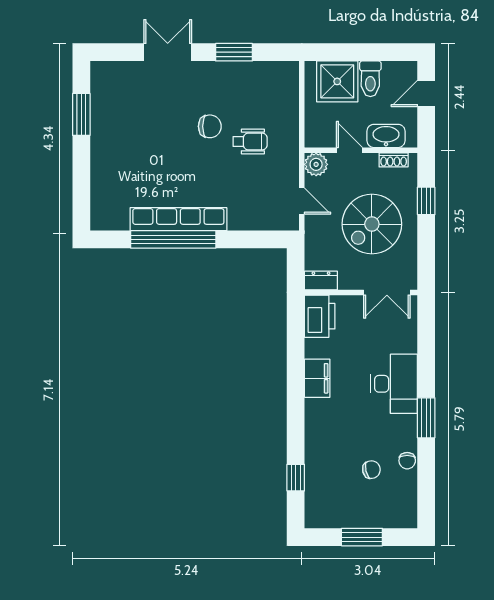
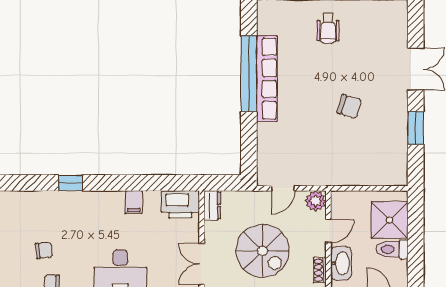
chair: (210, 126) -> (350, 106), turned -73
wheelchair: (250, 141) -> (328, 28), moved
spiral stairs: (372, 224) -> (263, 251), turned 180
filing cabinet: (317, 378) -> (134, 202), width x0.50
chair: (371, 470) -> (44, 250), turned -83
window: (296, 478) -> (71, 183), moved

